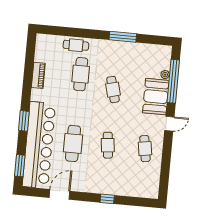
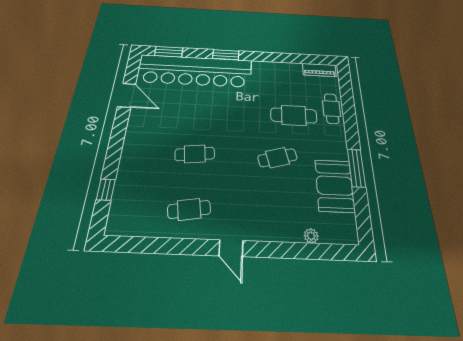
piano: (38, 75) -> (319, 70), moved
window: (173, 81) -> (302, 251), removed
booth: (156, 97) -> (335, 186), moved, turned 90
cafe table: (73, 143) -> (197, 109), removed
window: (107, 199) -> (106, 190), moved

